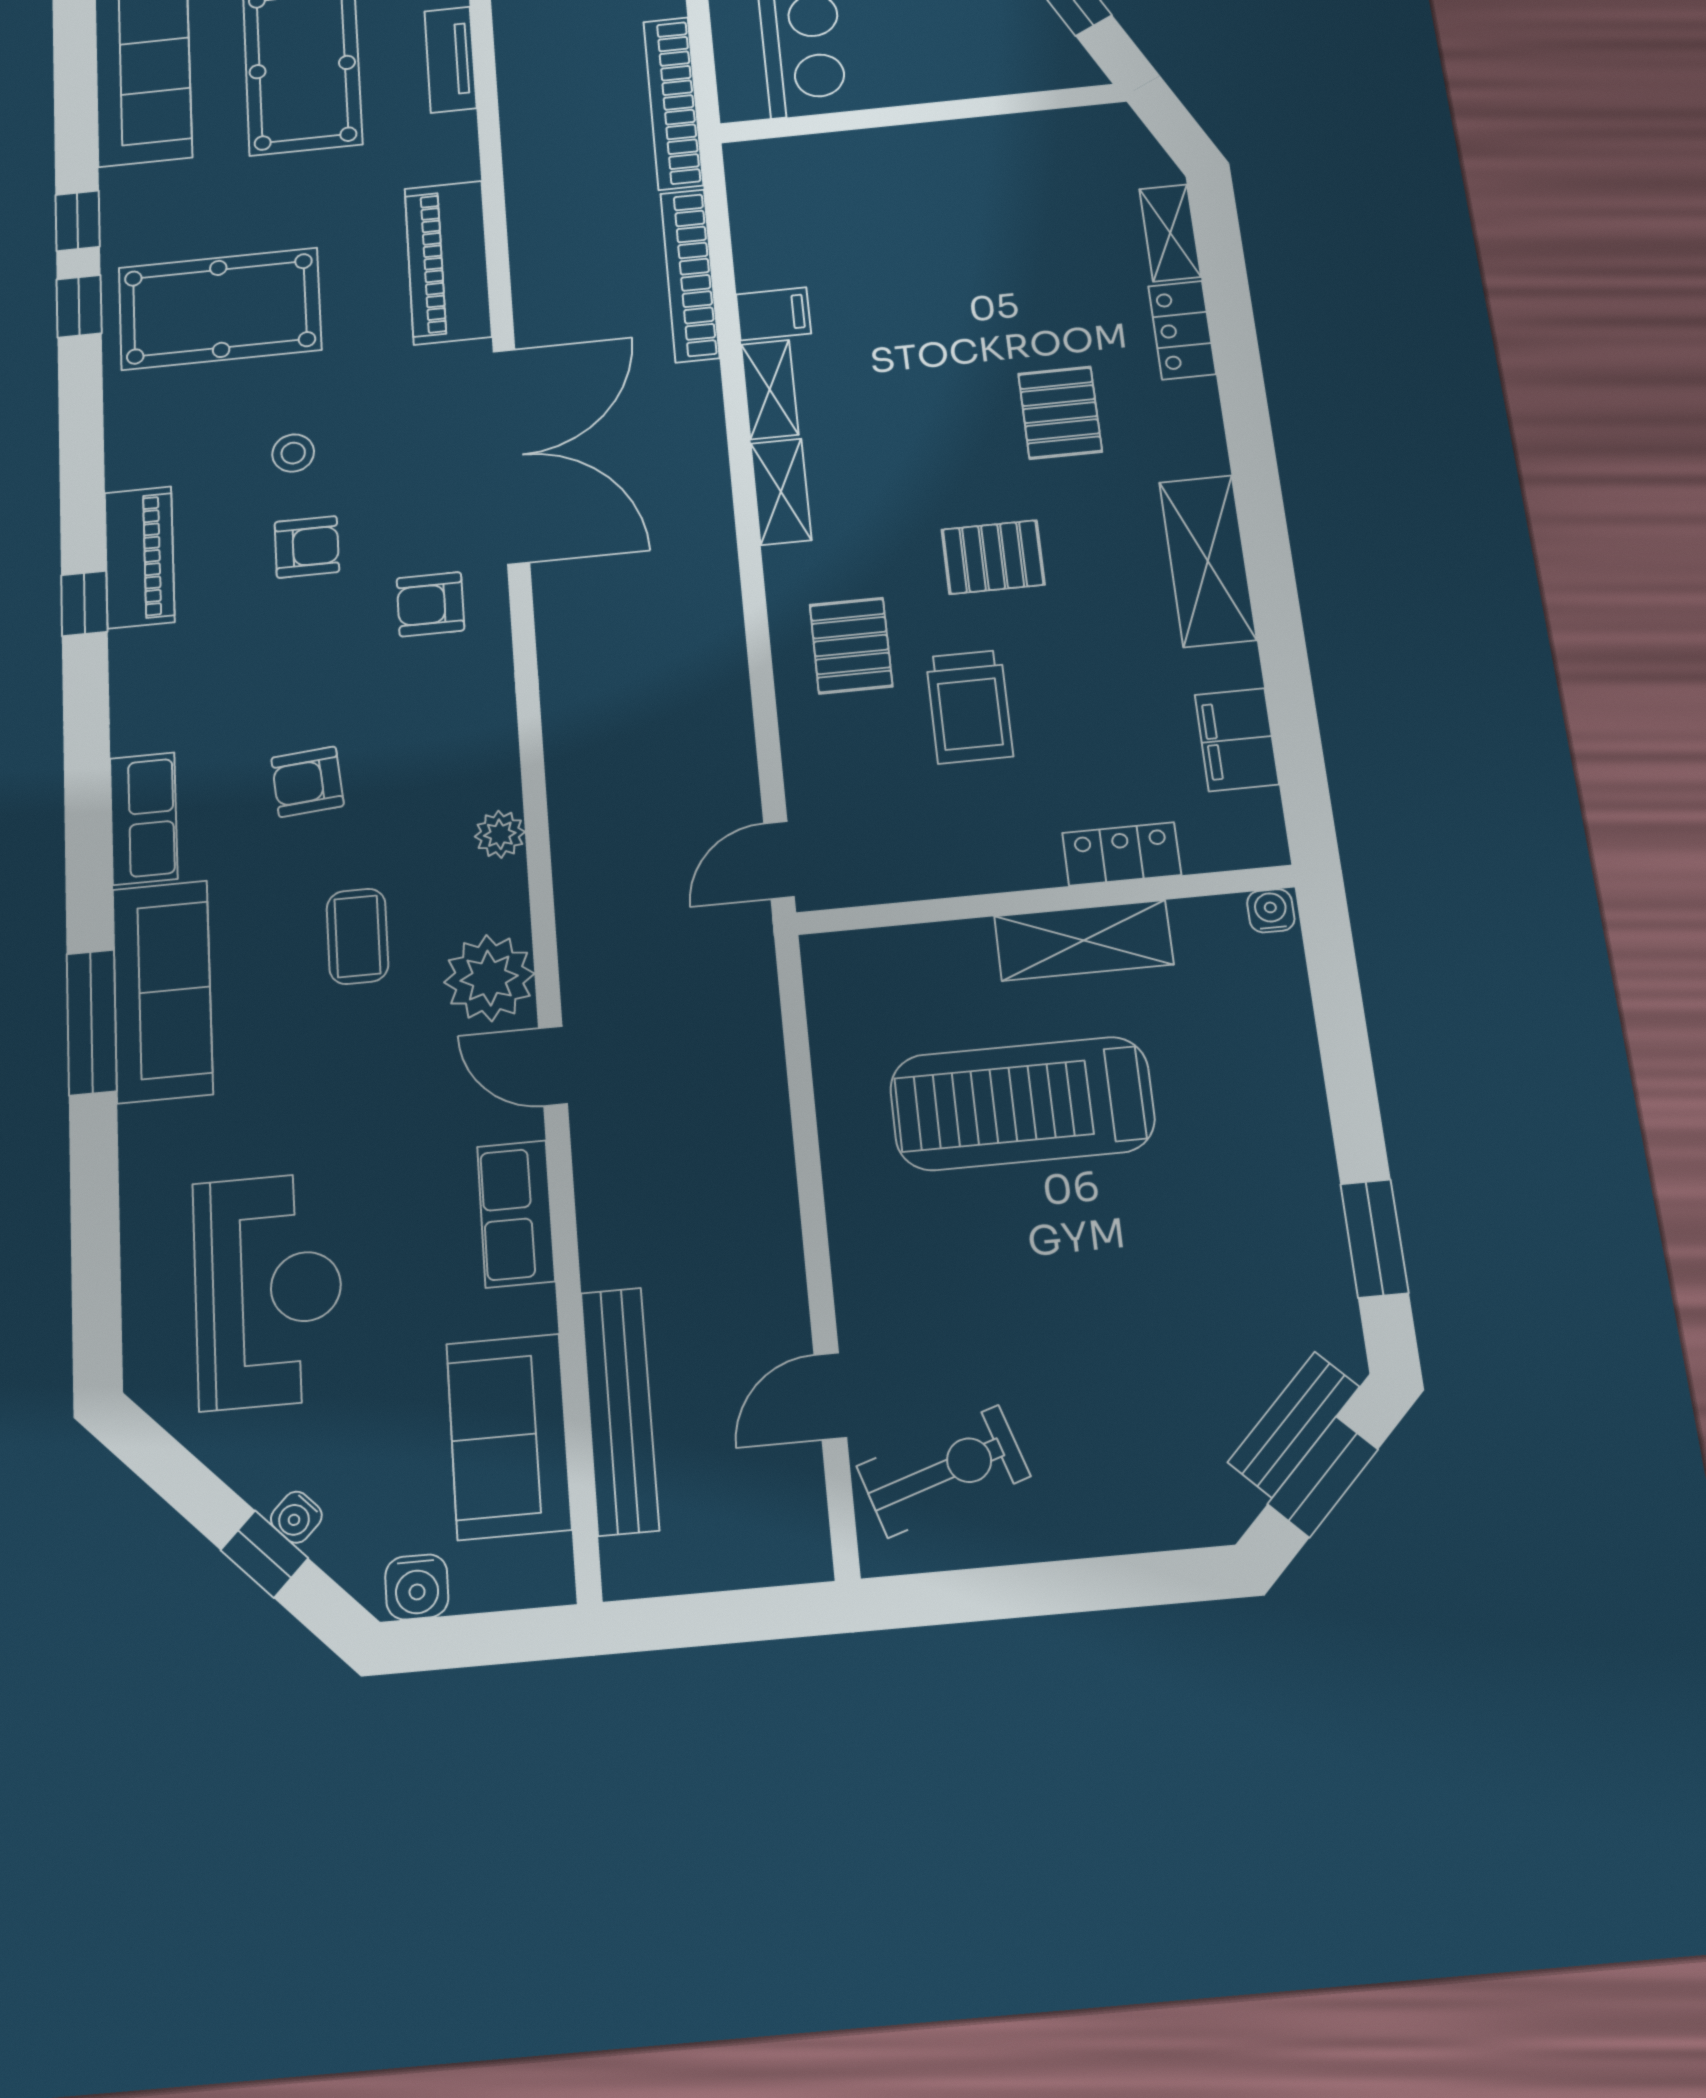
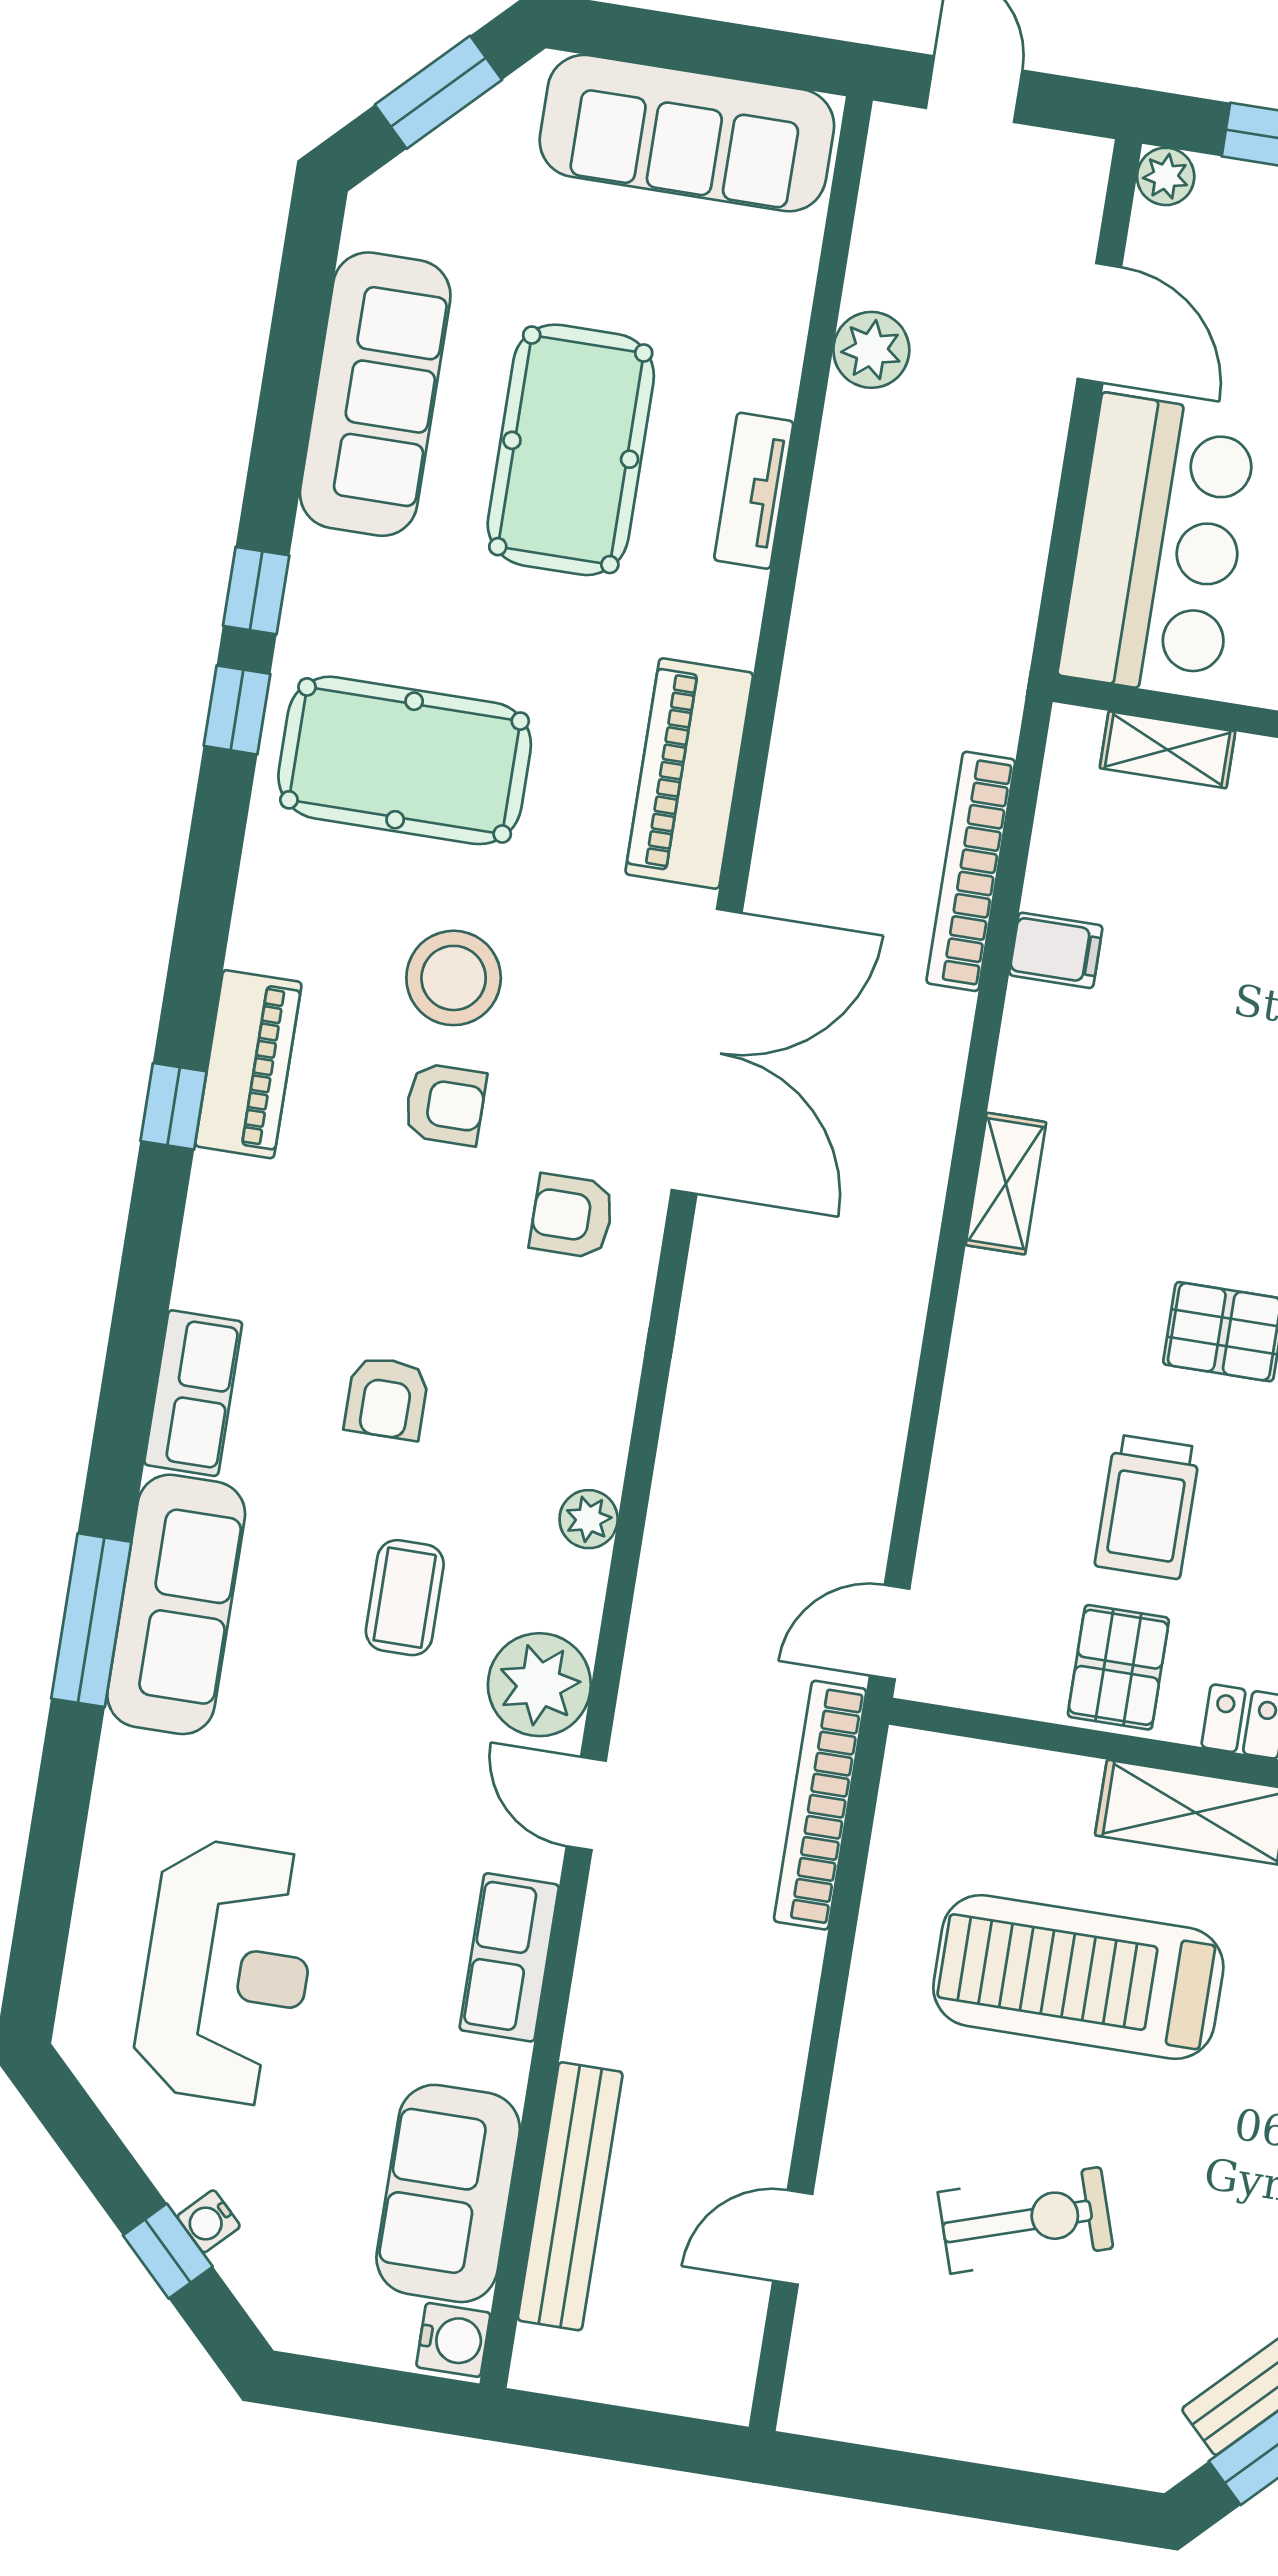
bookcase: (673, 103) -> (820, 1805), moved
shelving: (770, 389) -> (1167, 750), moved, turned 90
stool: (293, 453) -> (454, 978), width x1.89, depth x1.89
pallet: (851, 646) -> (1118, 1667), moved
armchair: (307, 782) -> (387, 1398), turned -85
exercise bike: (943, 1471) -> (1025, 2220), moved
water cooler: (417, 1587) -> (453, 2340), moved, turned -90

